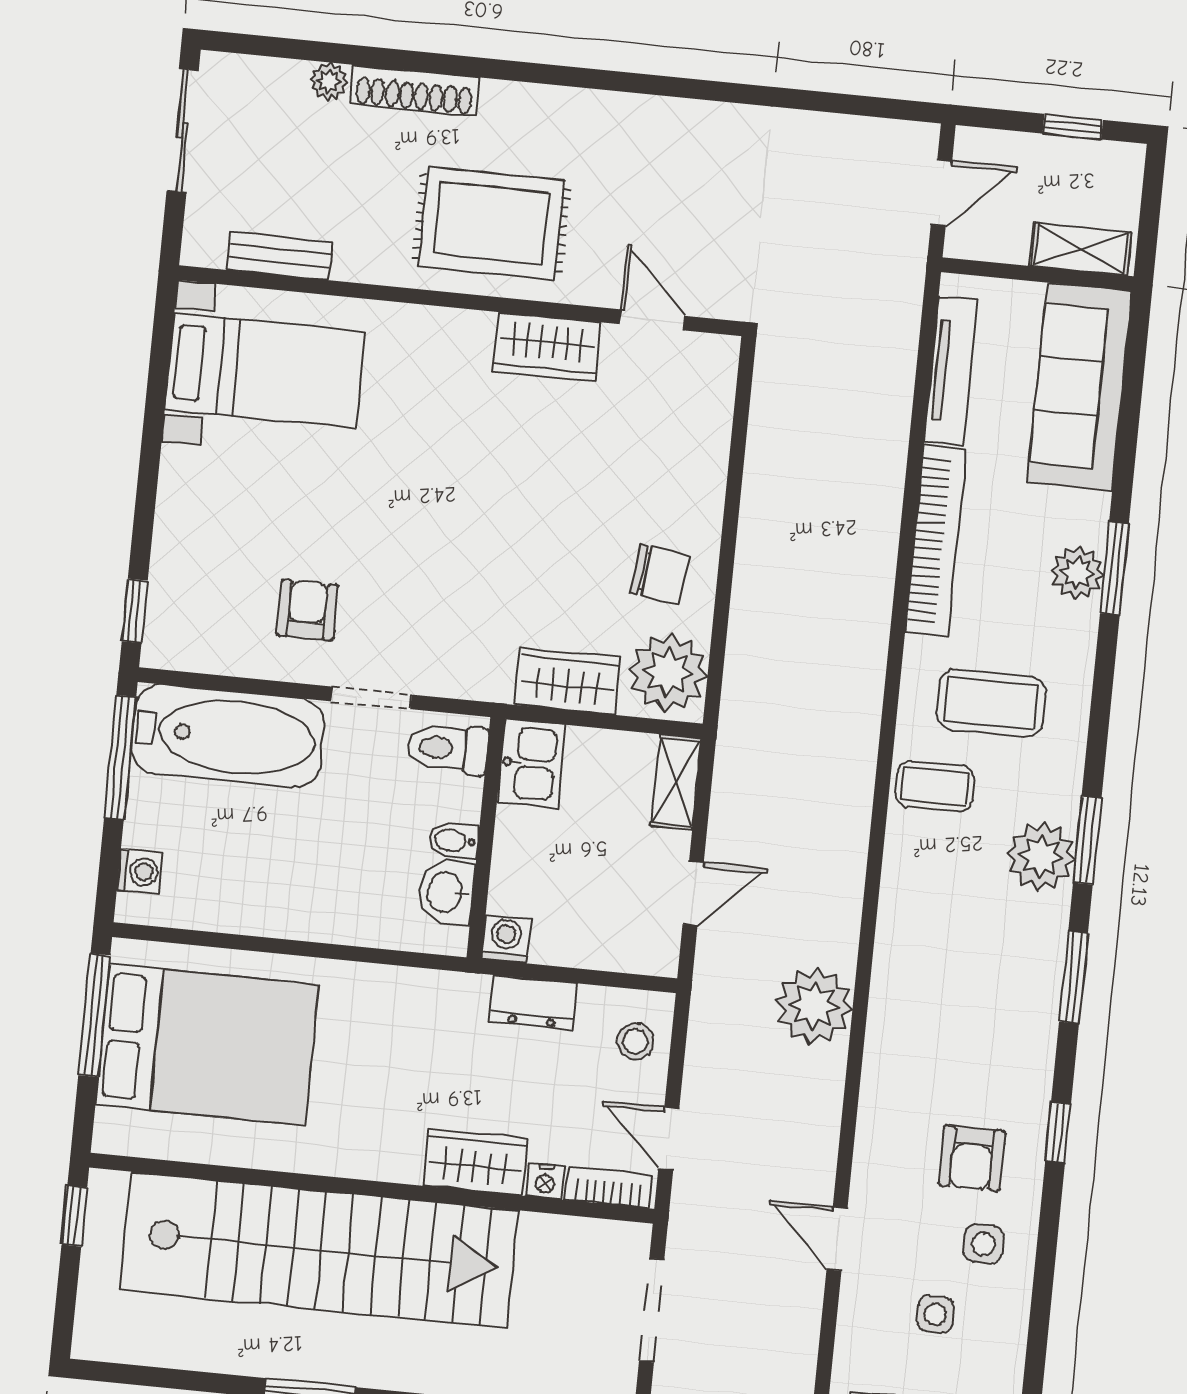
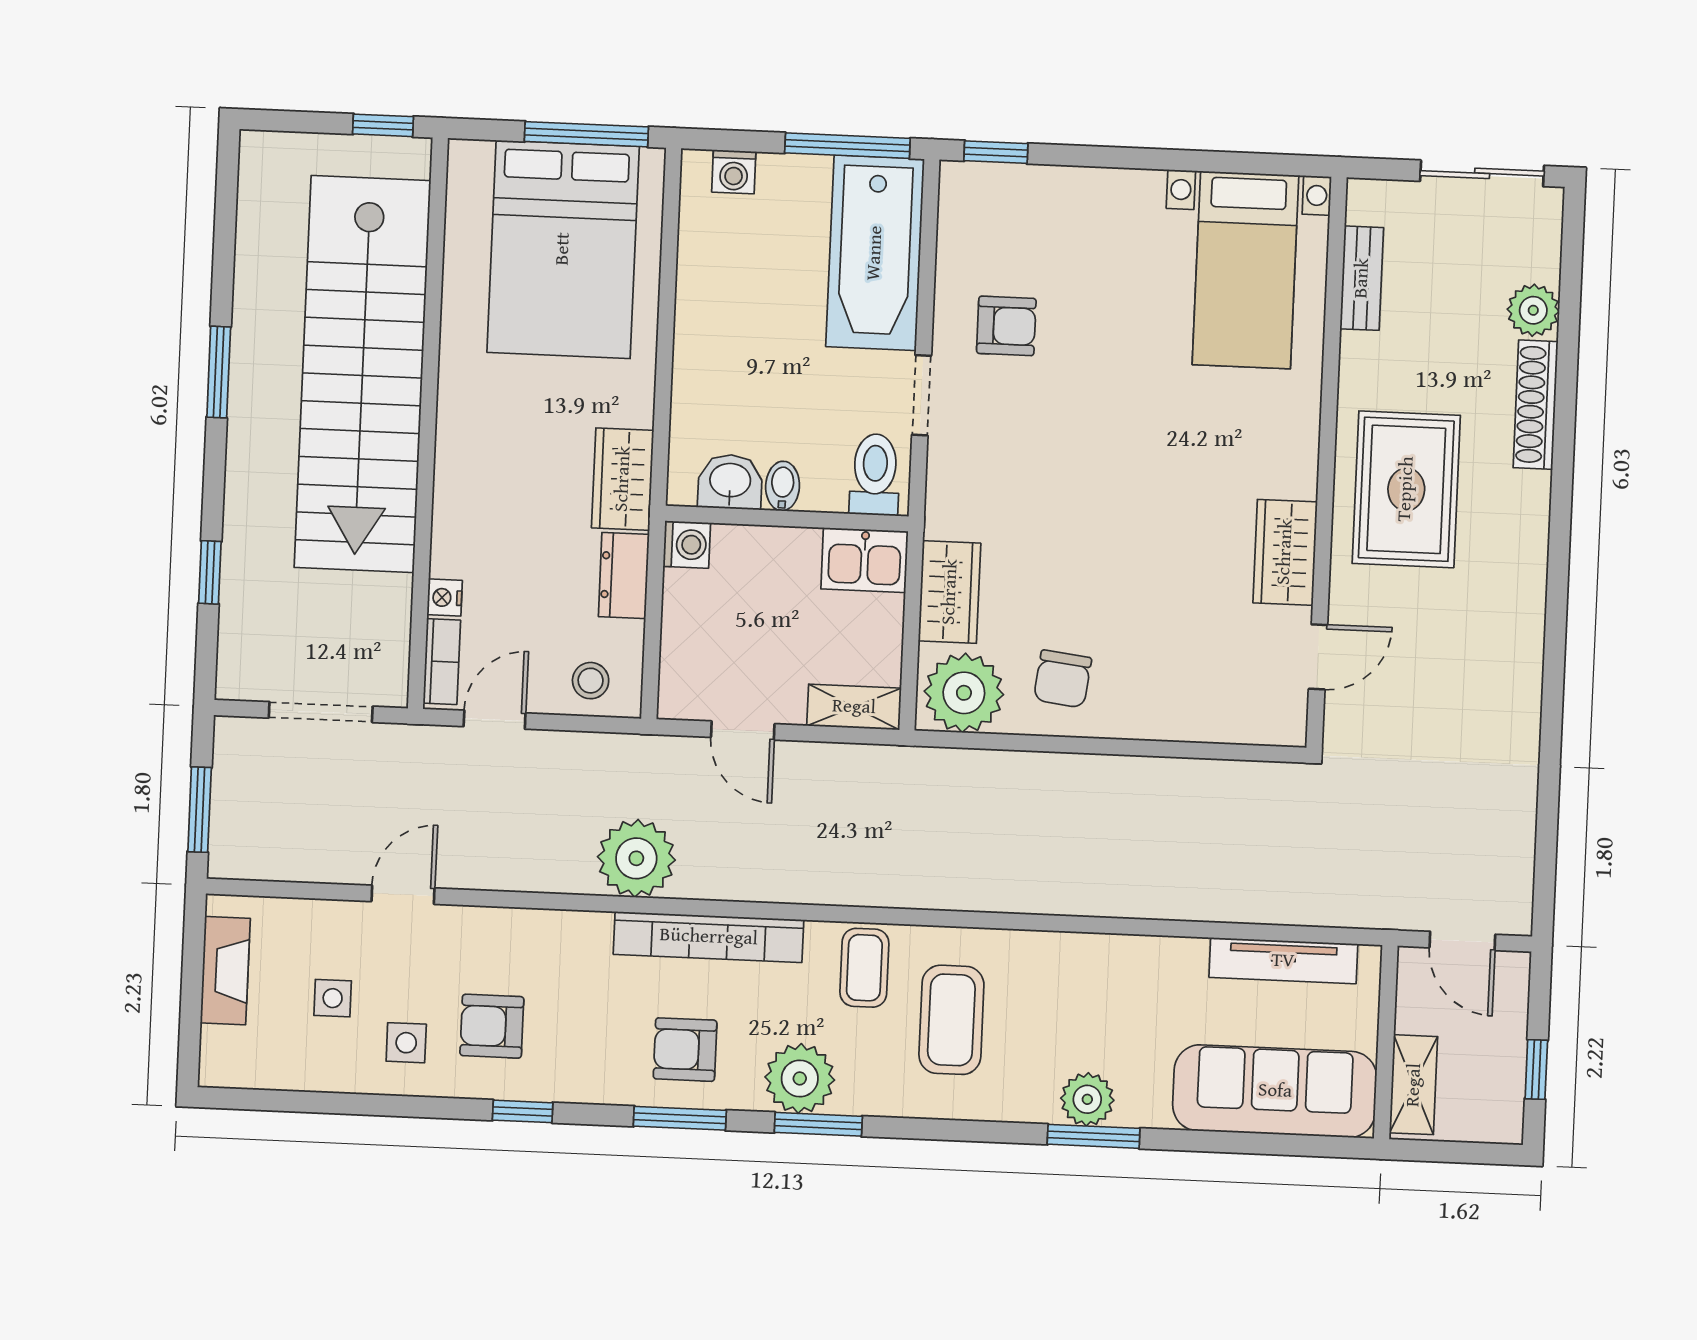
plant: (329, 81) -> (1533, 310), width x1.38, depth x1.38
bookcase: (935, 541) -> (709, 937), moved
armchair: (1006, 968) -> (685, 1050), added
wardrobe: (475, 1162) -> (623, 479), moved, turned 180

